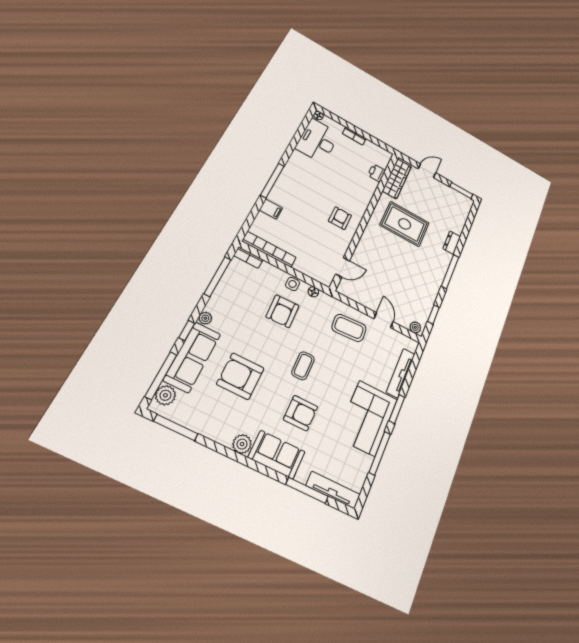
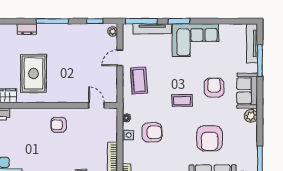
window: (380, 453) -> (141, 21), moved

